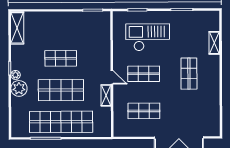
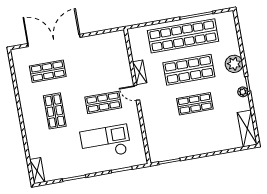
checkout: (148, 37) -> (106, 142), turned 180
shelving: (214, 43) -> (37, 171), moved
plant: (15, 75) -> (243, 92), moved
shop shelf: (144, 111) -> (48, 71), moved

